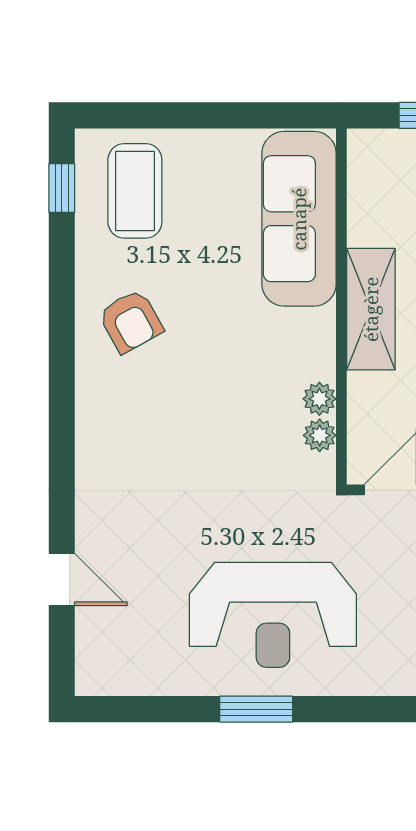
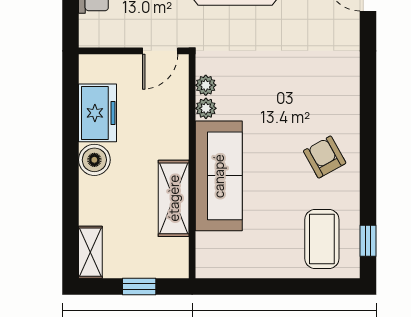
sofa: (299, 219) -> (219, 176), moved
shelving: (371, 309) -> (174, 198), moved

